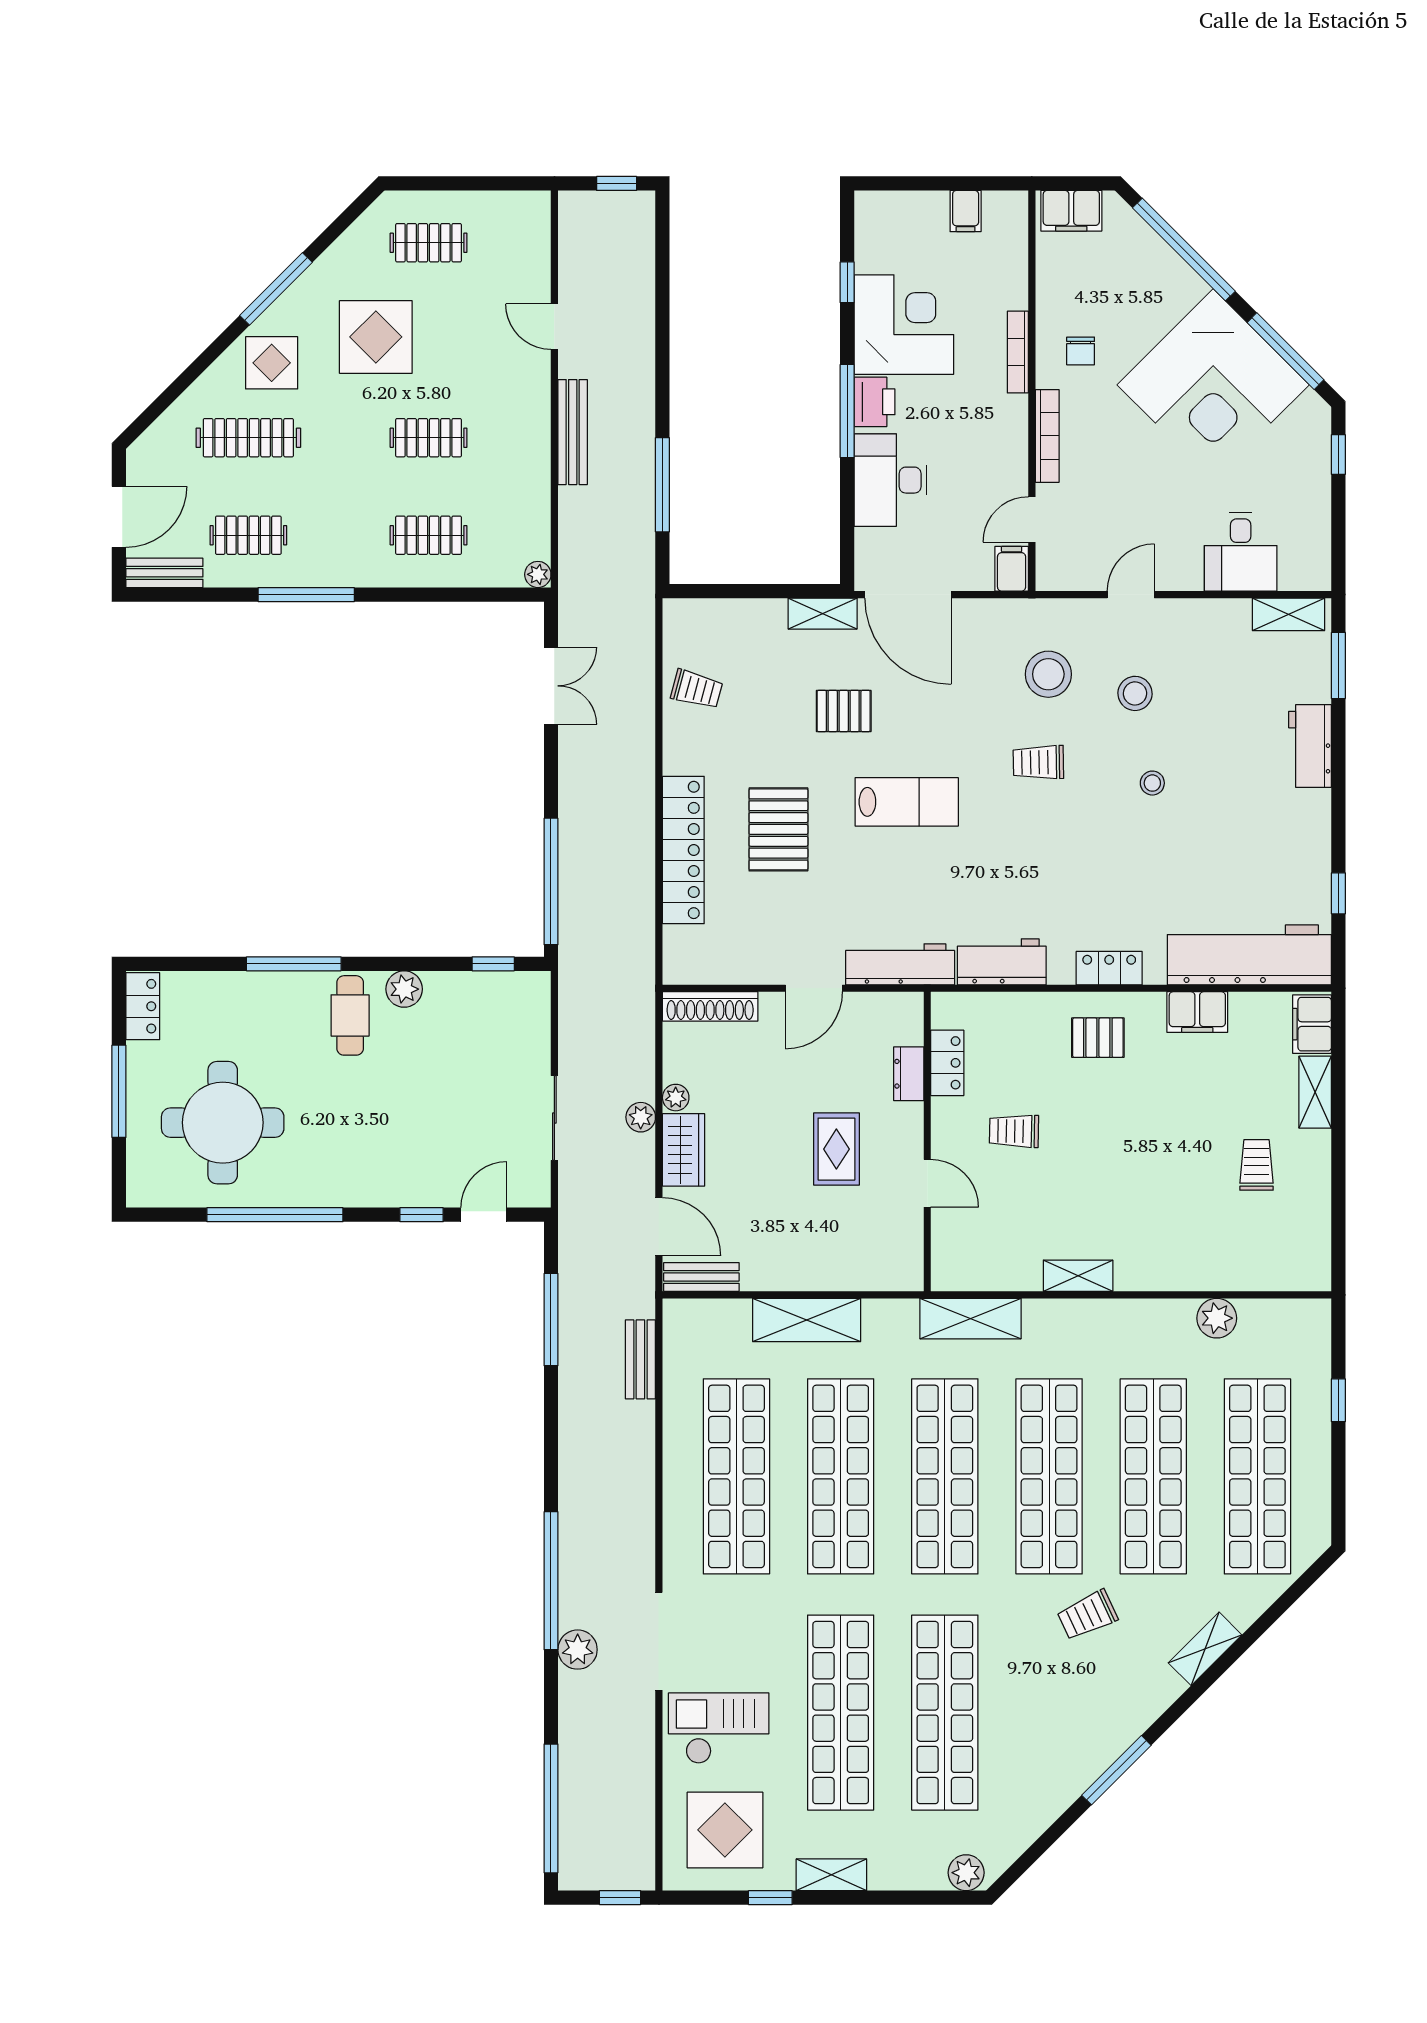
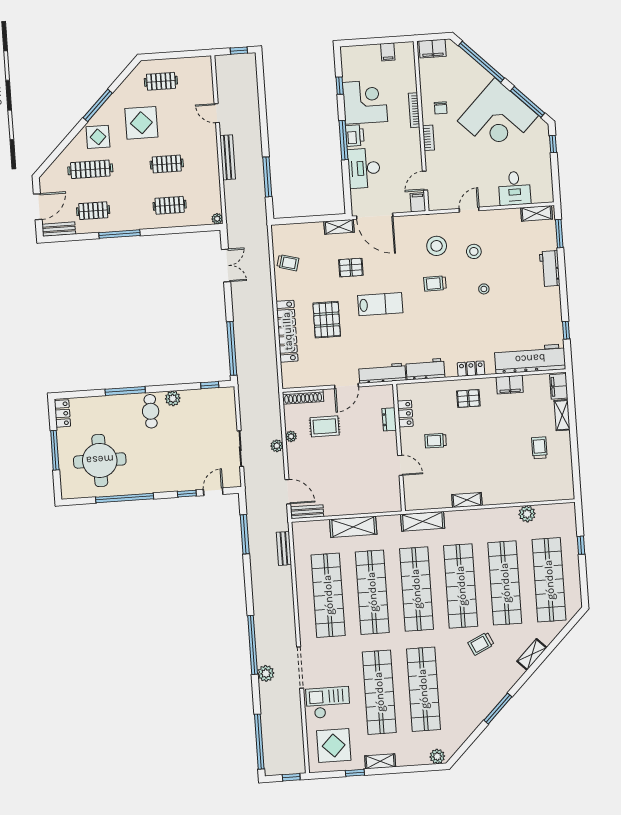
bookcase: (1047, 436) -> (428, 138), width x0.64
rug: (836, 1149) -> (325, 426), moved, turned 90
wardrobe: (684, 1150) -> (296, 458), removed

